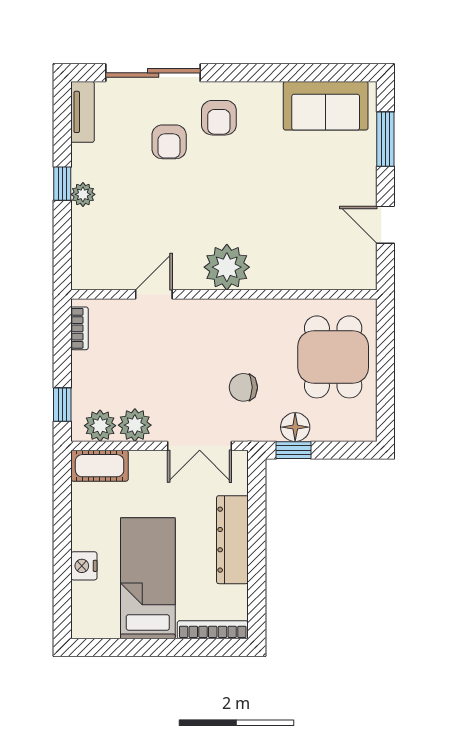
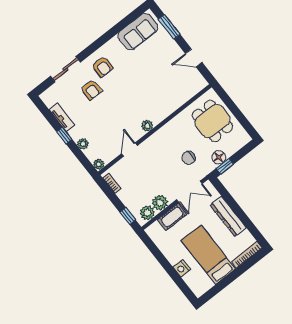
sliding door: (153, 73) -> (66, 69), width x0.73
tv unit: (83, 112) -> (62, 117), moved
plant: (83, 194) -> (83, 144), moved
plant: (227, 267) -> (147, 126), width x0.53, depth x0.53
plant: (82, 278) -> (99, 164), added
cot: (100, 466) -> (172, 217), moved

